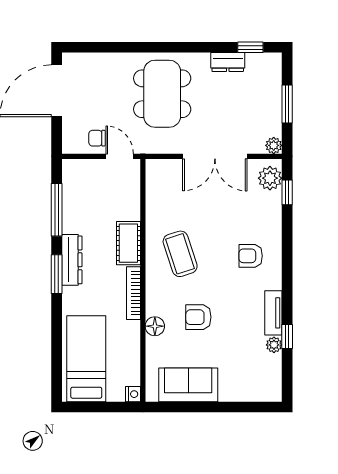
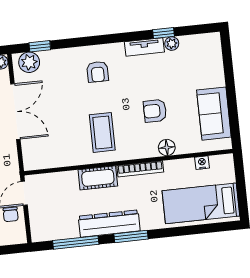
coffee table: (180, 254) -> (102, 132), turned -72
dresser: (72, 260) -> (109, 224), width x1.37, depth x1.24
armchair: (198, 317) -> (155, 111), turned 90
nightstand: (133, 394) -> (202, 163), moved

